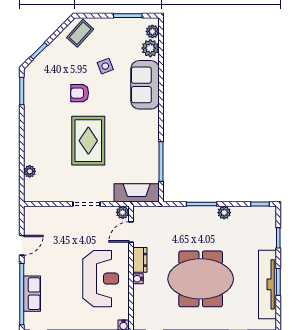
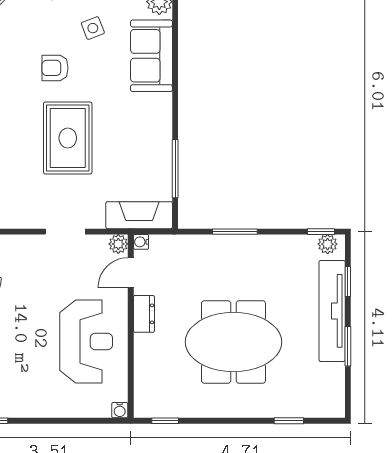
plant: (224, 213) -> (328, 244), moved
water cooler: (138, 279) -> (141, 242), moved
tv unit: (268, 284) -> (332, 311), moved

